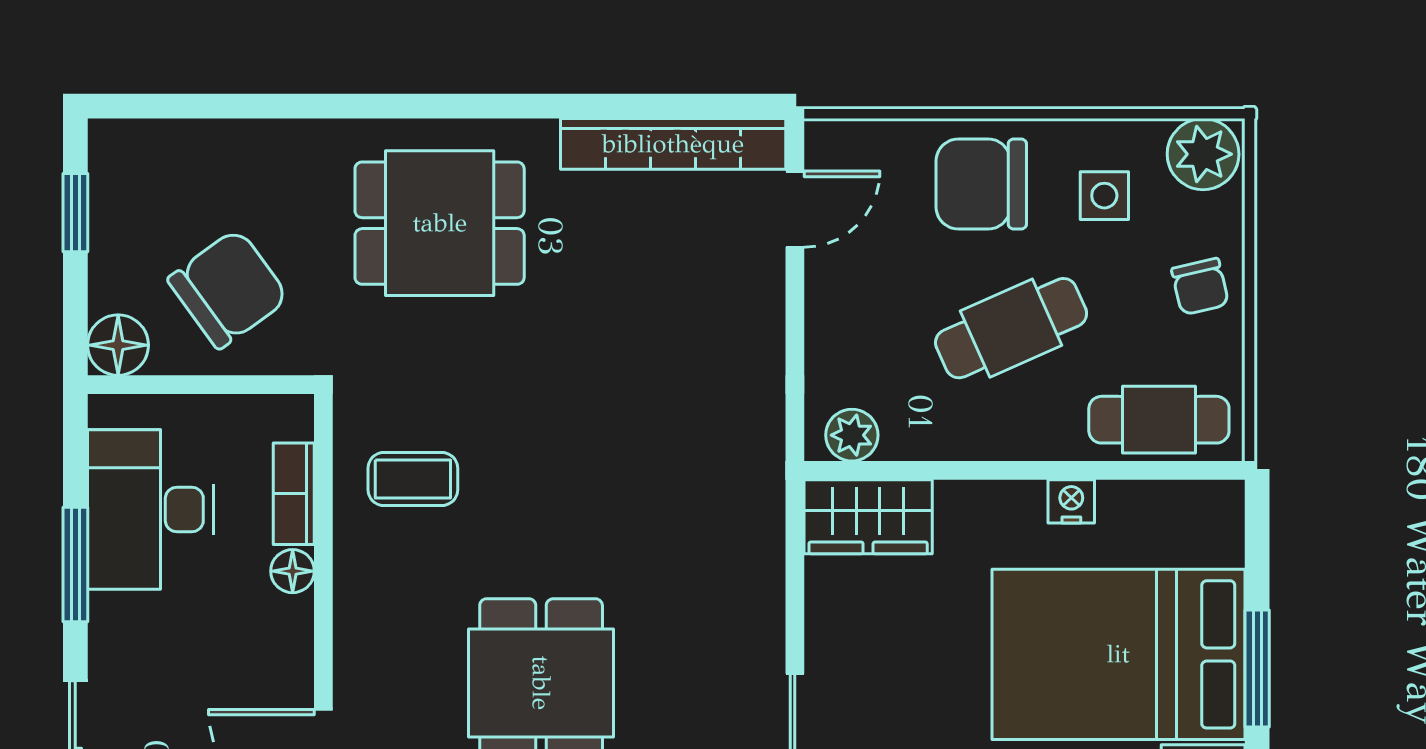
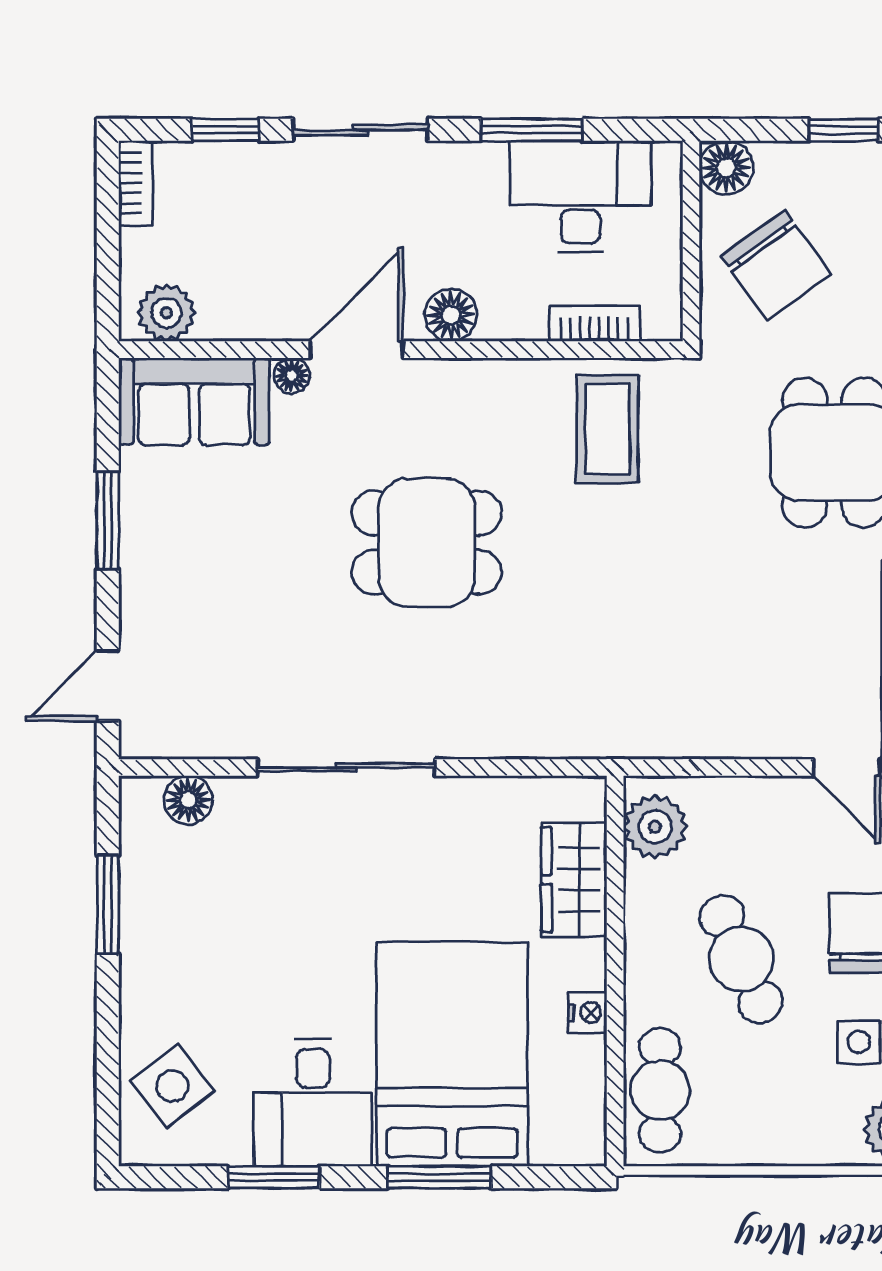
chair: (1200, 287) -> (778, 1127), removed
plant: (852, 435) -> (655, 827), width x1.38, depth x1.38
coffee table: (413, 479) -> (607, 429), width x1.36, depth x1.30
wardrobe: (868, 517) -> (574, 880), moved
floor lamp: (293, 571) -> (451, 315), moved, width x1.37, depth x1.37

